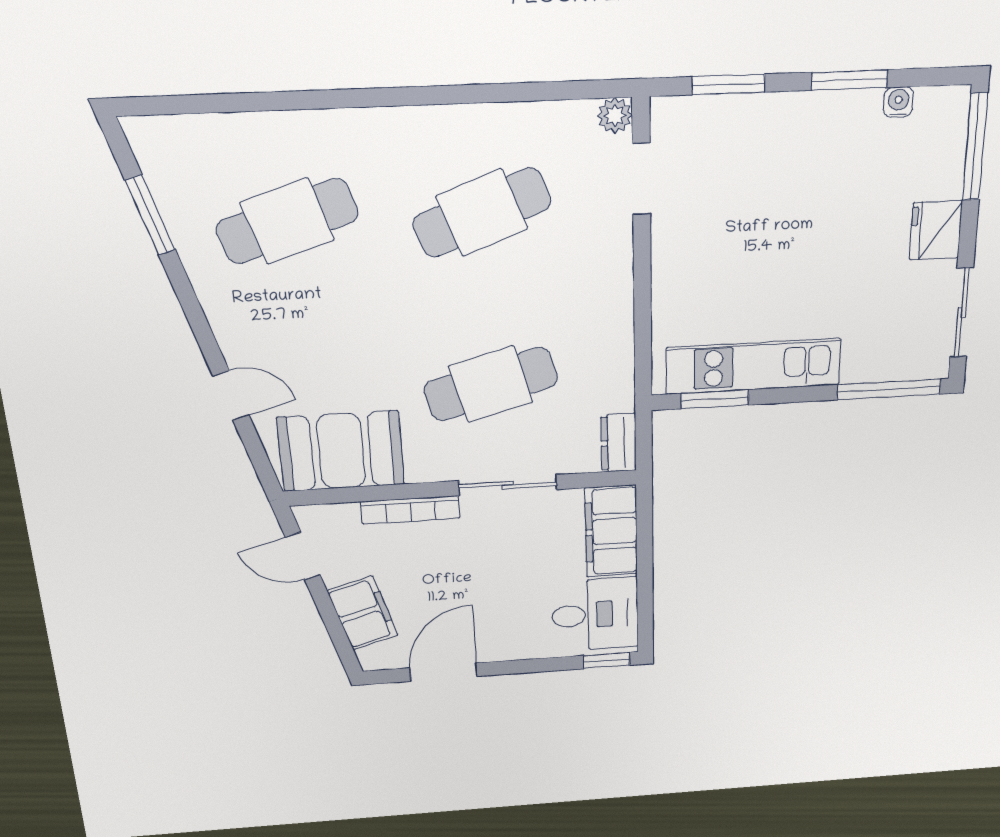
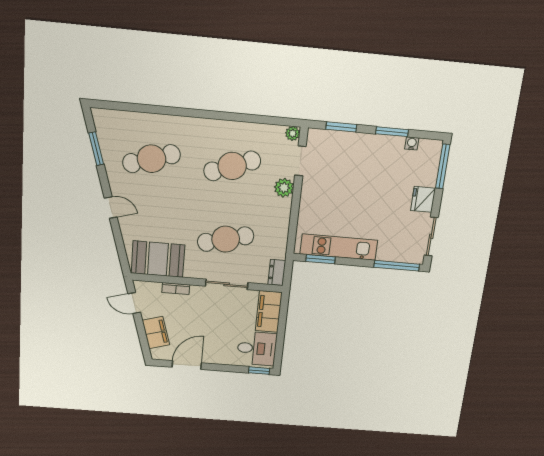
plant: (611, 247) -> (284, 188), added
door: (231, 395) -> (111, 208), moved
bookcase: (410, 510) -> (176, 289), width x0.64

